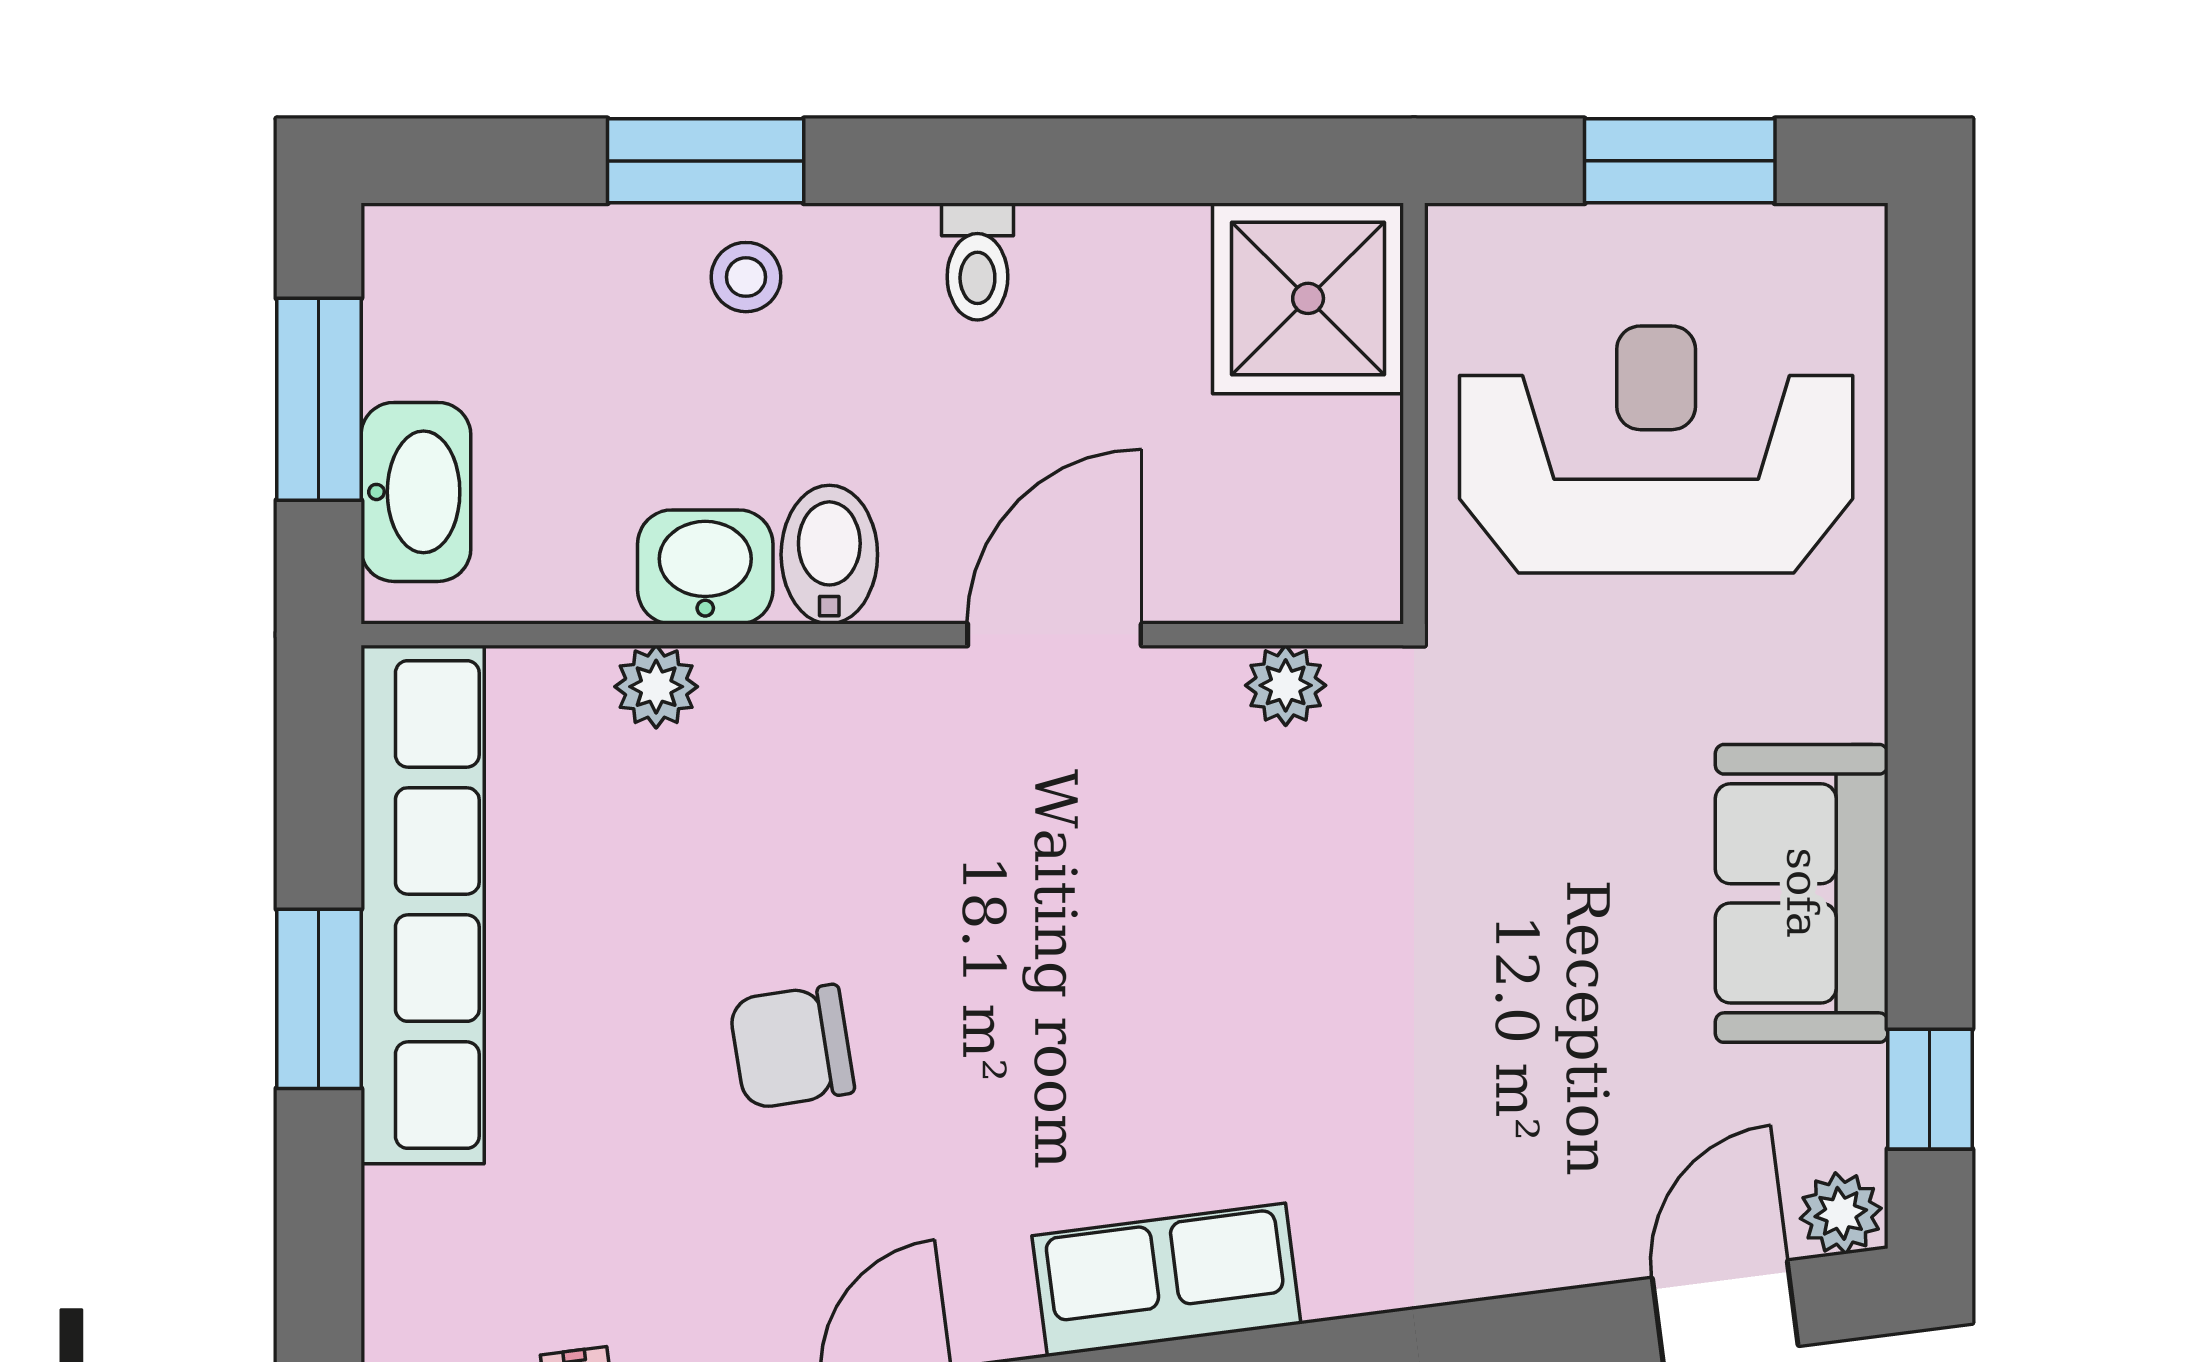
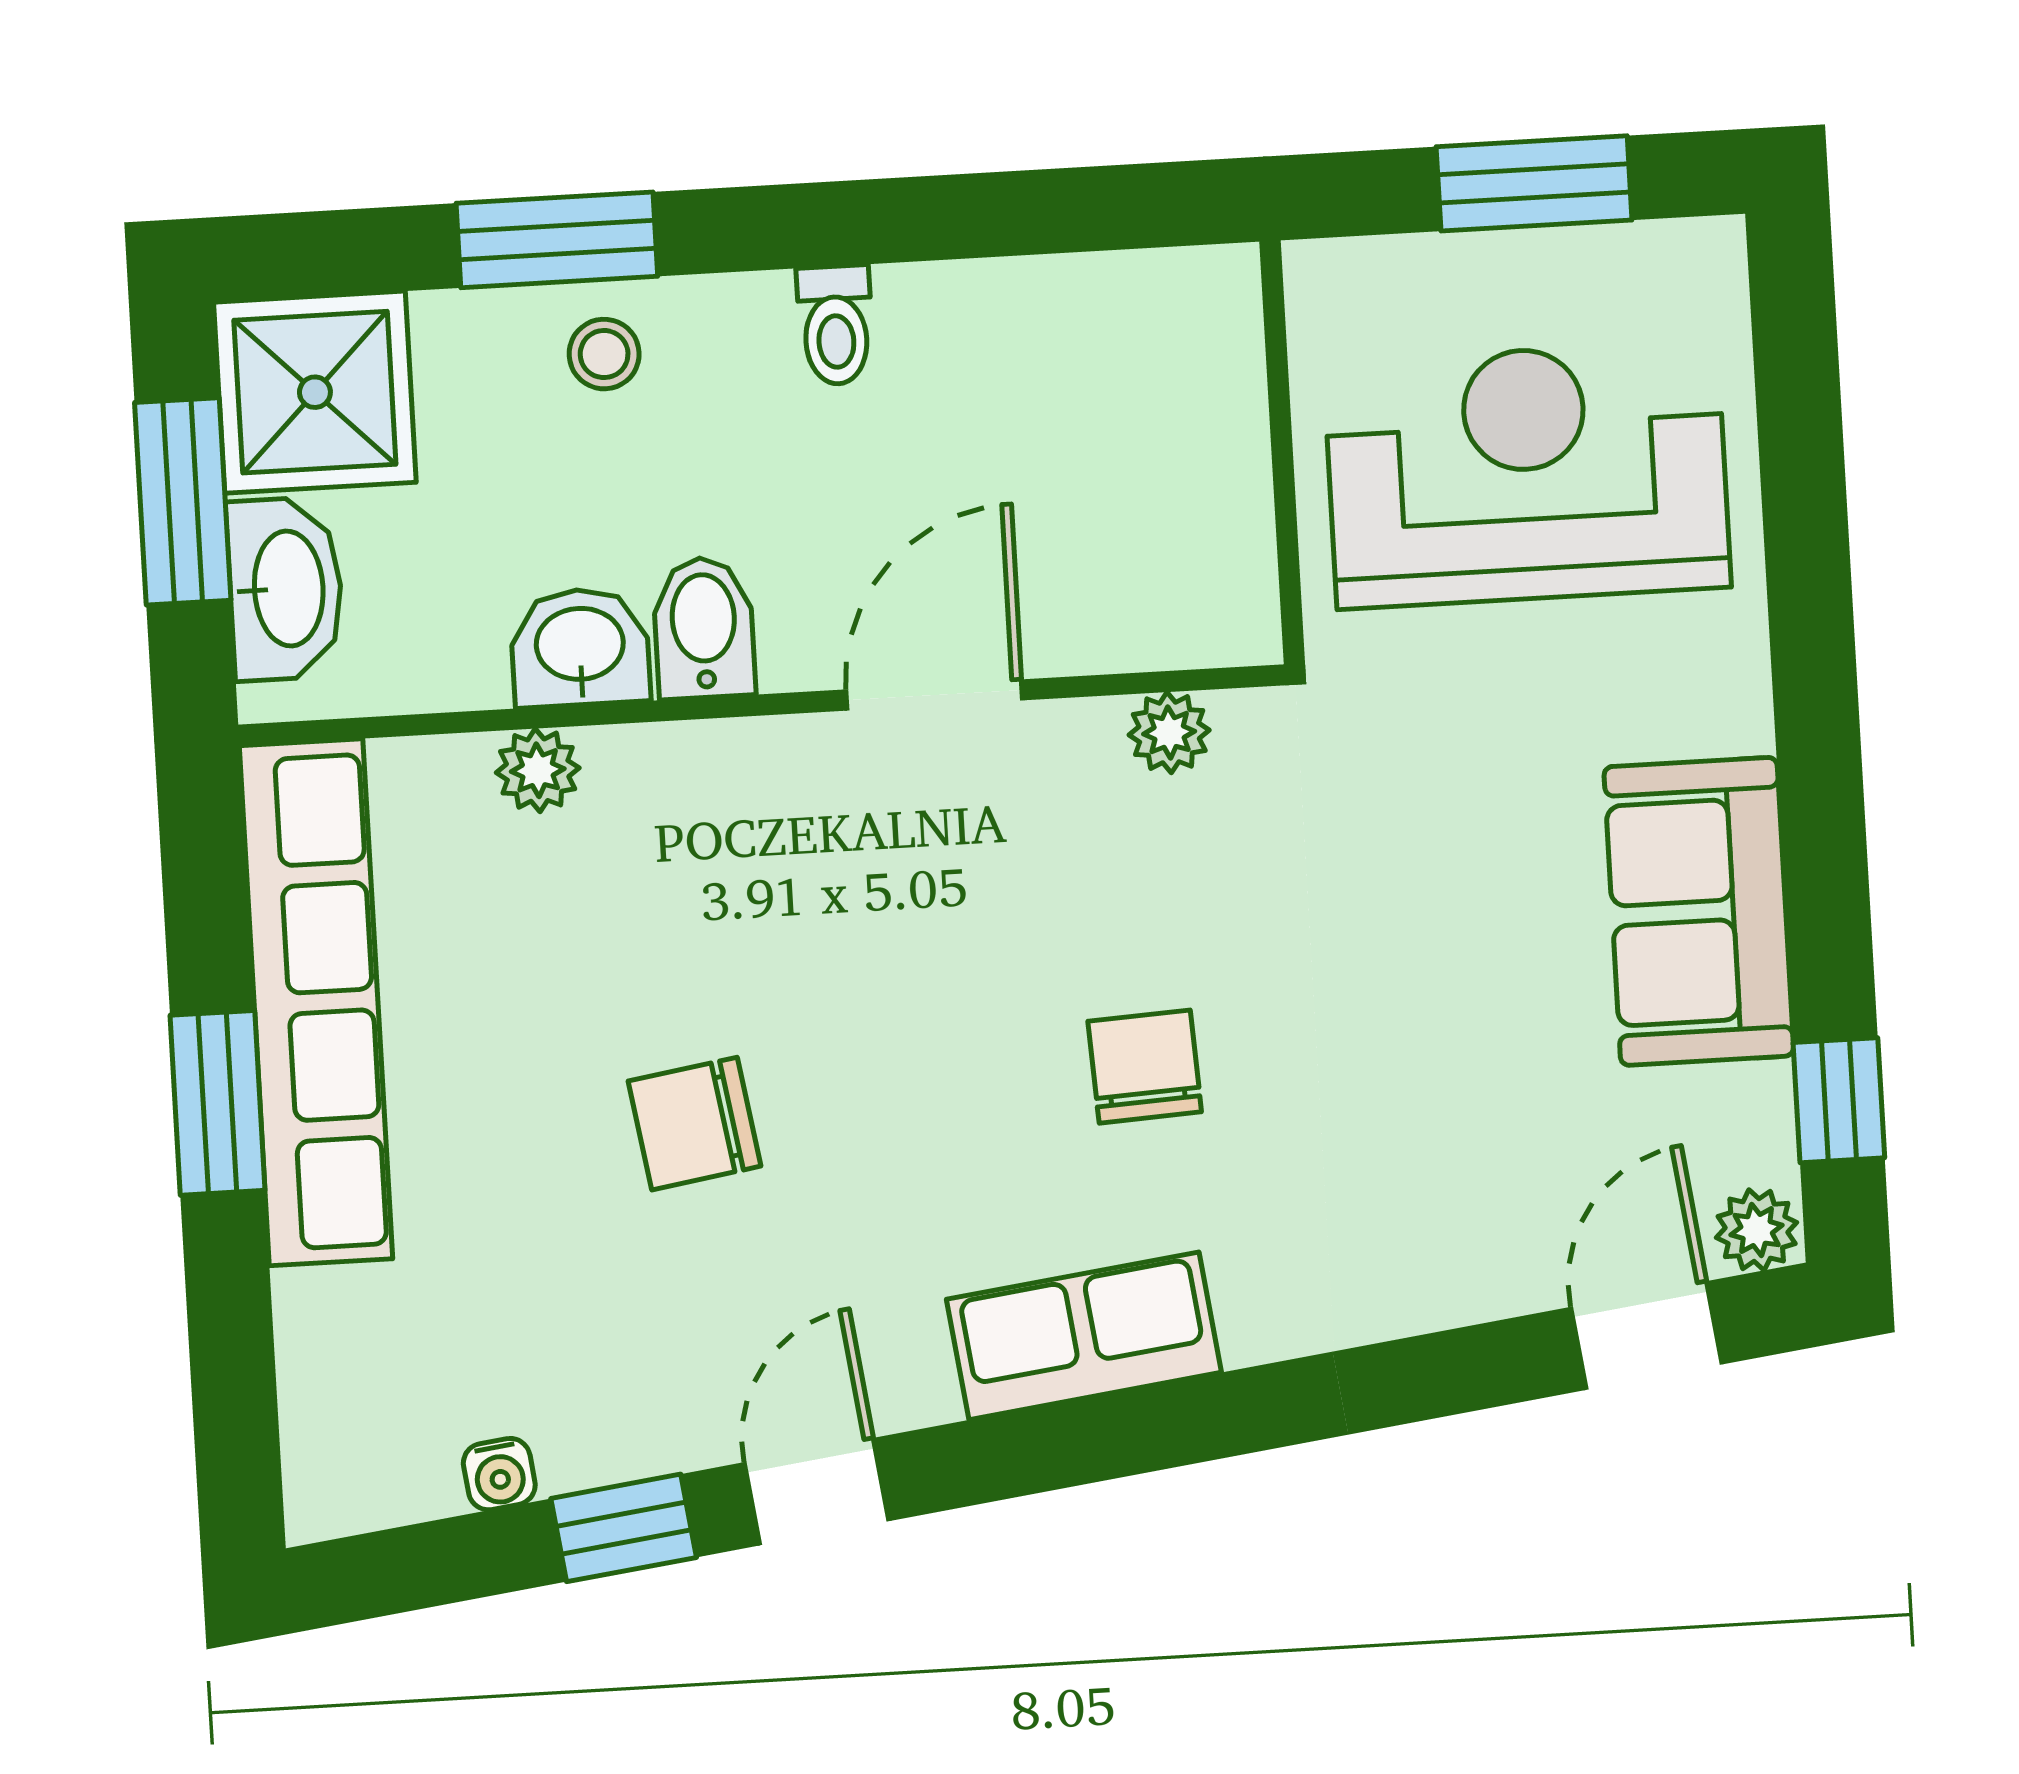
shower: (1308, 298) -> (315, 392), moved
chair: (1242, 1016) -> (1145, 1067), added

